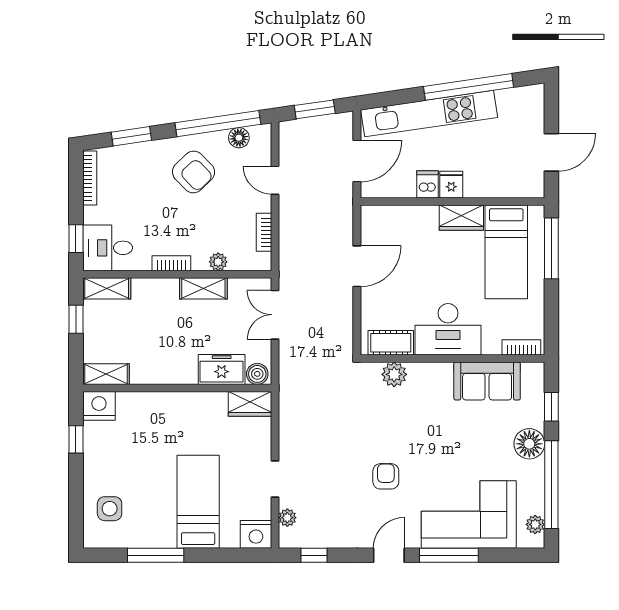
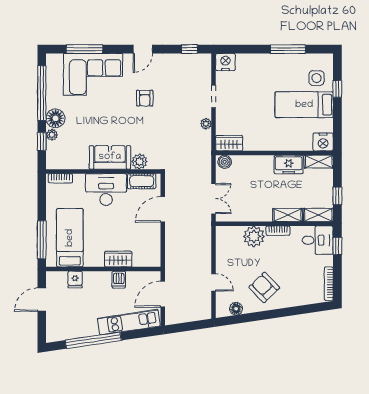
window: (315, 109) -> (189, 326), removed
kitchen unit: (429, 114) -> (129, 322), width x0.73
window: (218, 124) -> (249, 317), removed
window: (131, 136) -> (303, 310), removed
fridge: (451, 185) -> (75, 280), moved
wardrobe: (461, 218) -> (118, 259), moved
bookcase: (264, 232) -> (220, 250), removed
plant: (218, 262) -> (254, 236), width x1.88, depth x1.88
door: (357, 266) -> (163, 209), moved
shelving: (203, 288) -> (288, 215), moved
freezer: (222, 369) -> (289, 165), moved
sofa: (487, 381) -> (110, 157), moved
window: (76, 439) -> (337, 89), moved
bed: (198, 502) -> (304, 105), moved, turned 90
plant: (287, 518) -> (206, 124), moved
plant: (535, 524) -> (52, 135), moved
window: (449, 555) -> (84, 49), moved

